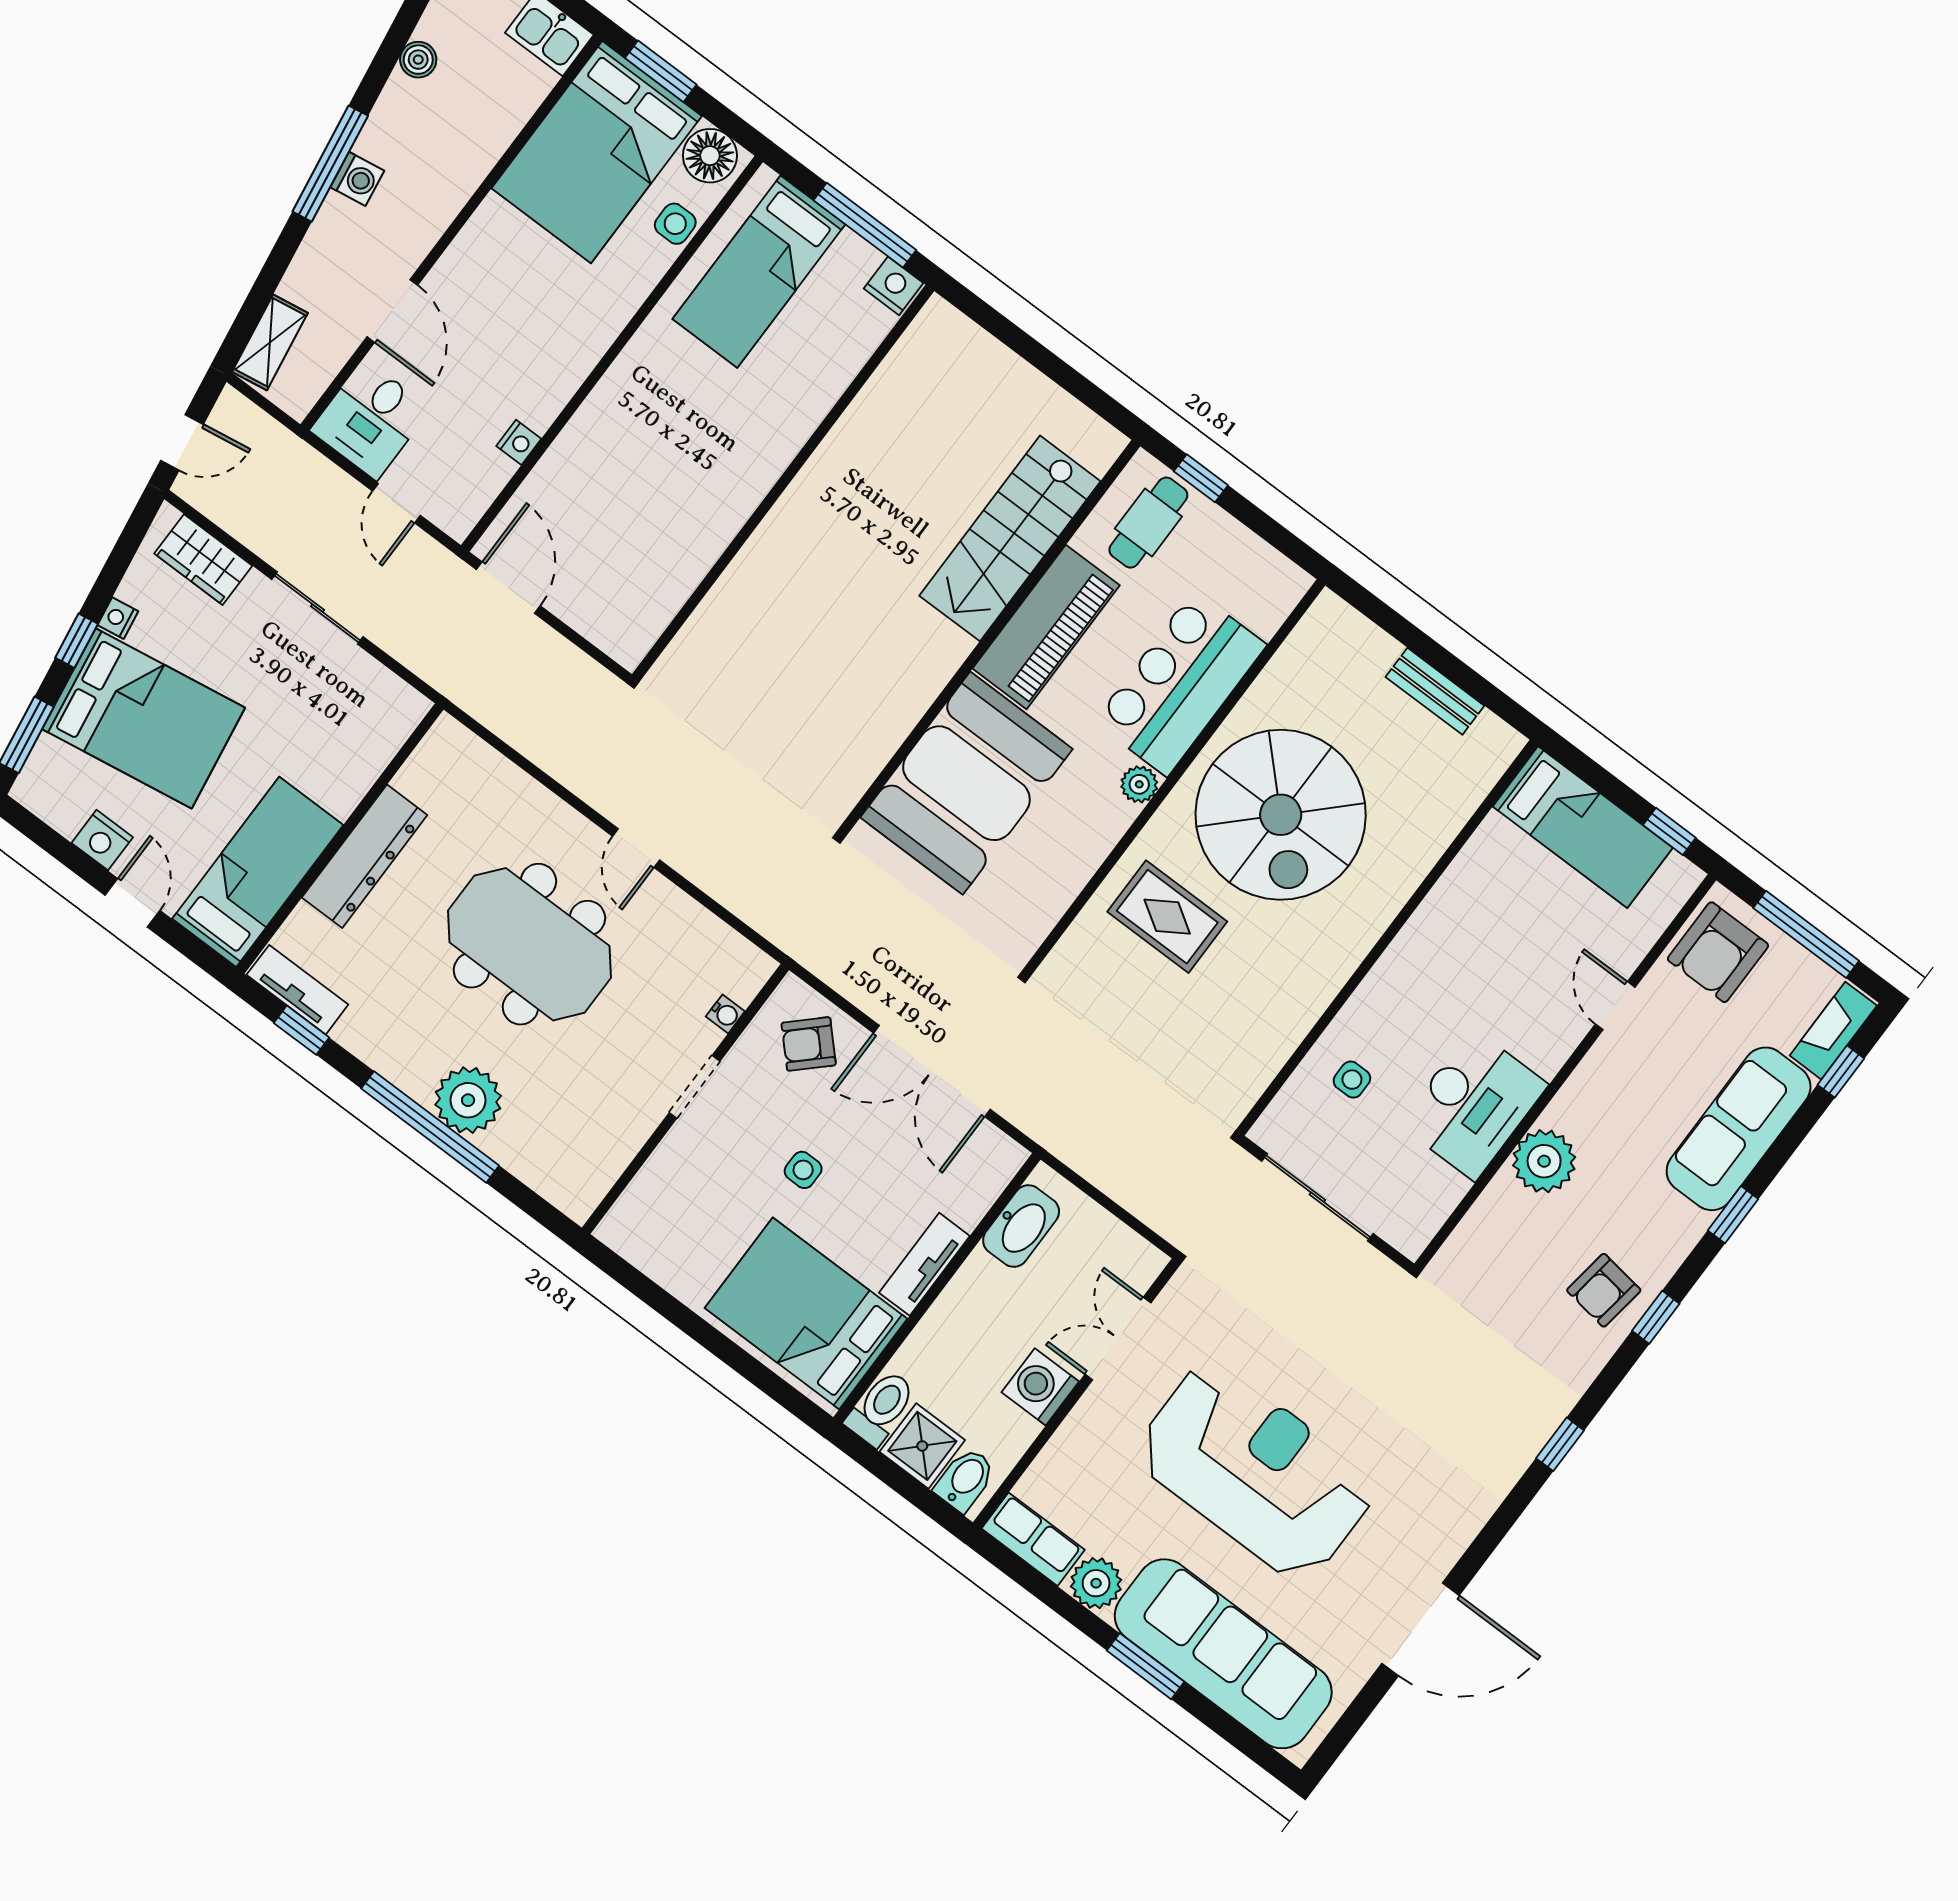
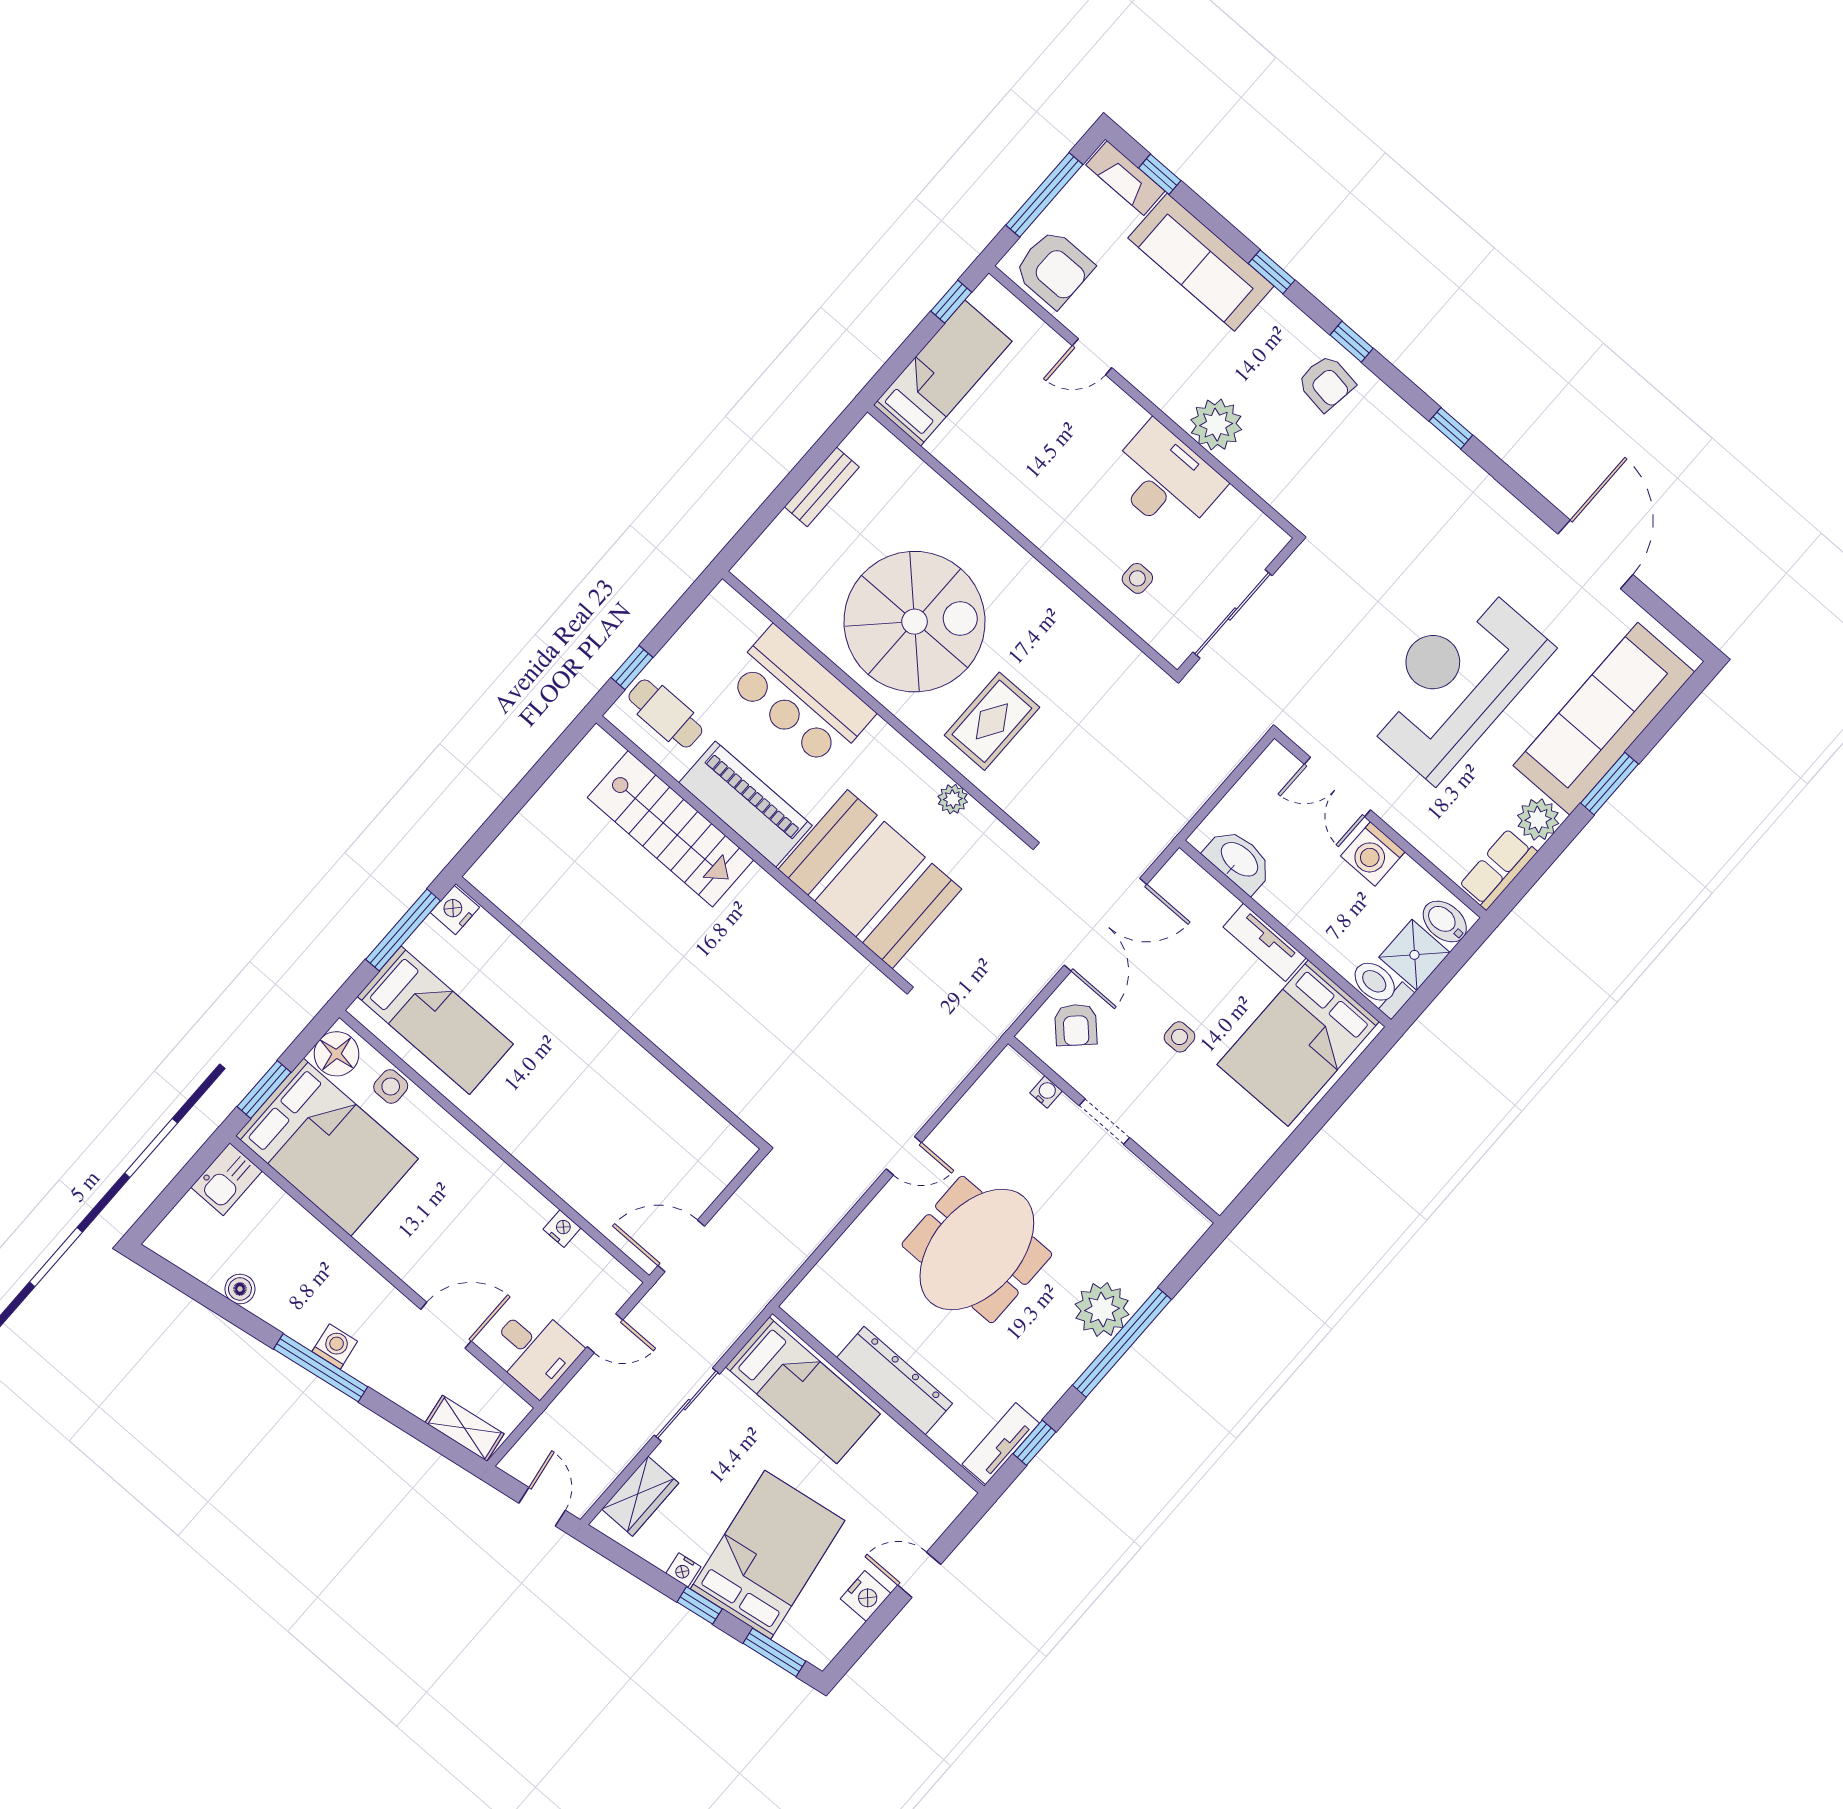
plant: (1139, 784) -> (953, 799), moved
bed: (258, 872) -> (803, 1390), moved, turned 180

